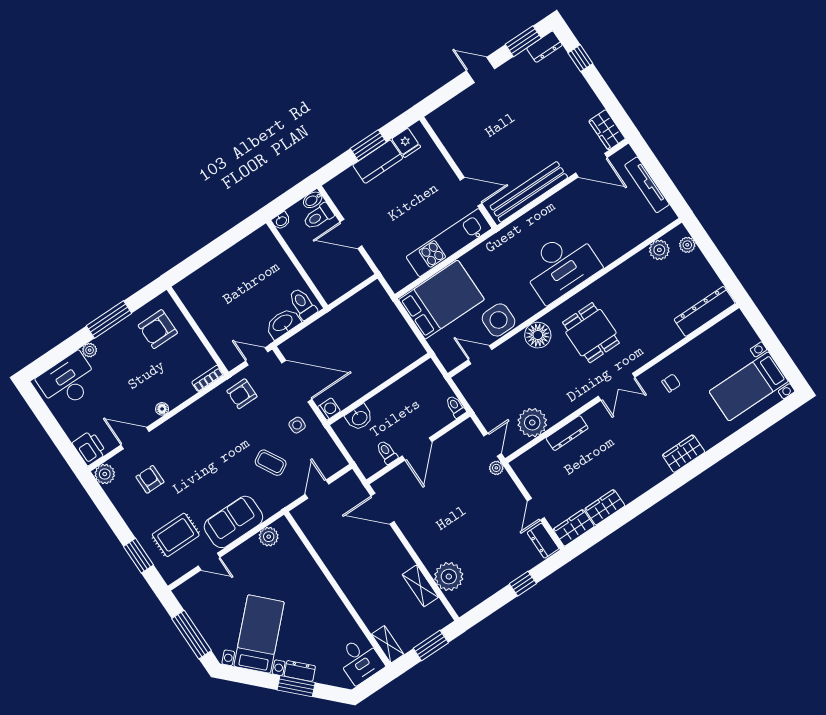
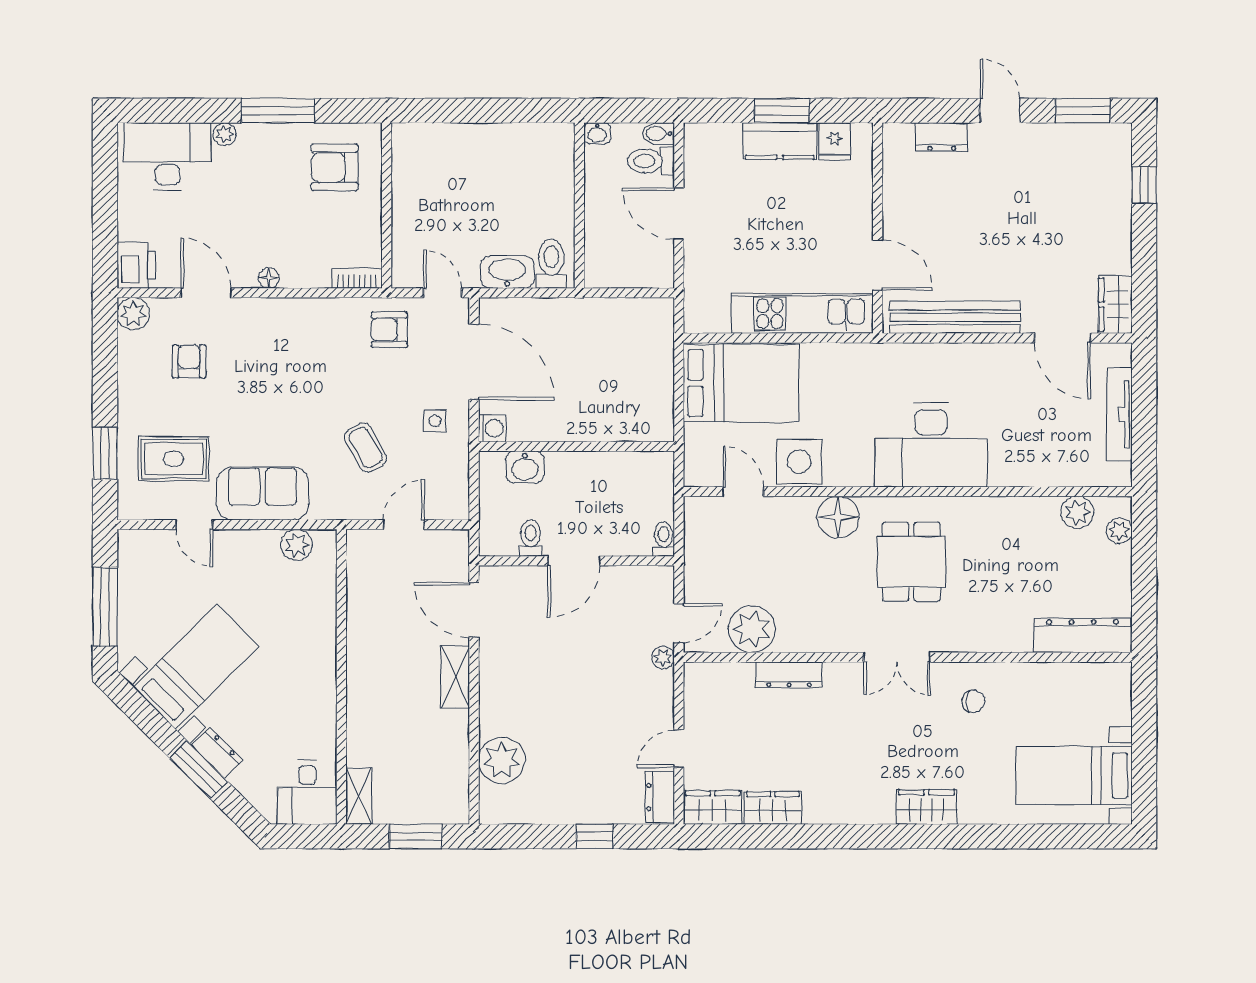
dresser: (544, 47) -> (942, 137), moved
shelving: (420, 586) -> (455, 677), moved

